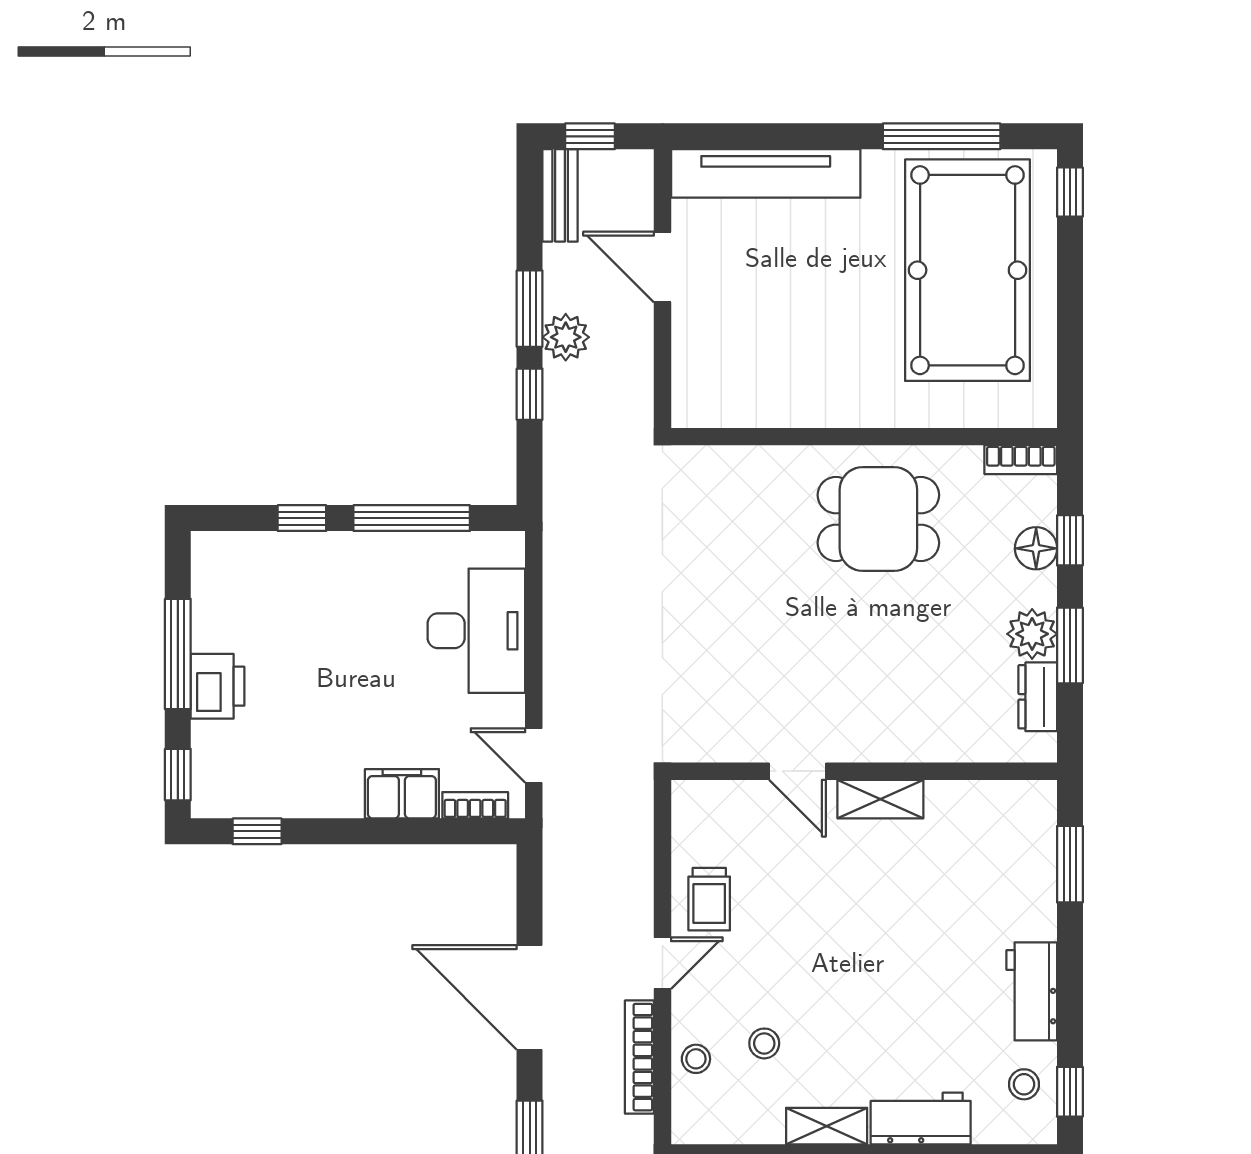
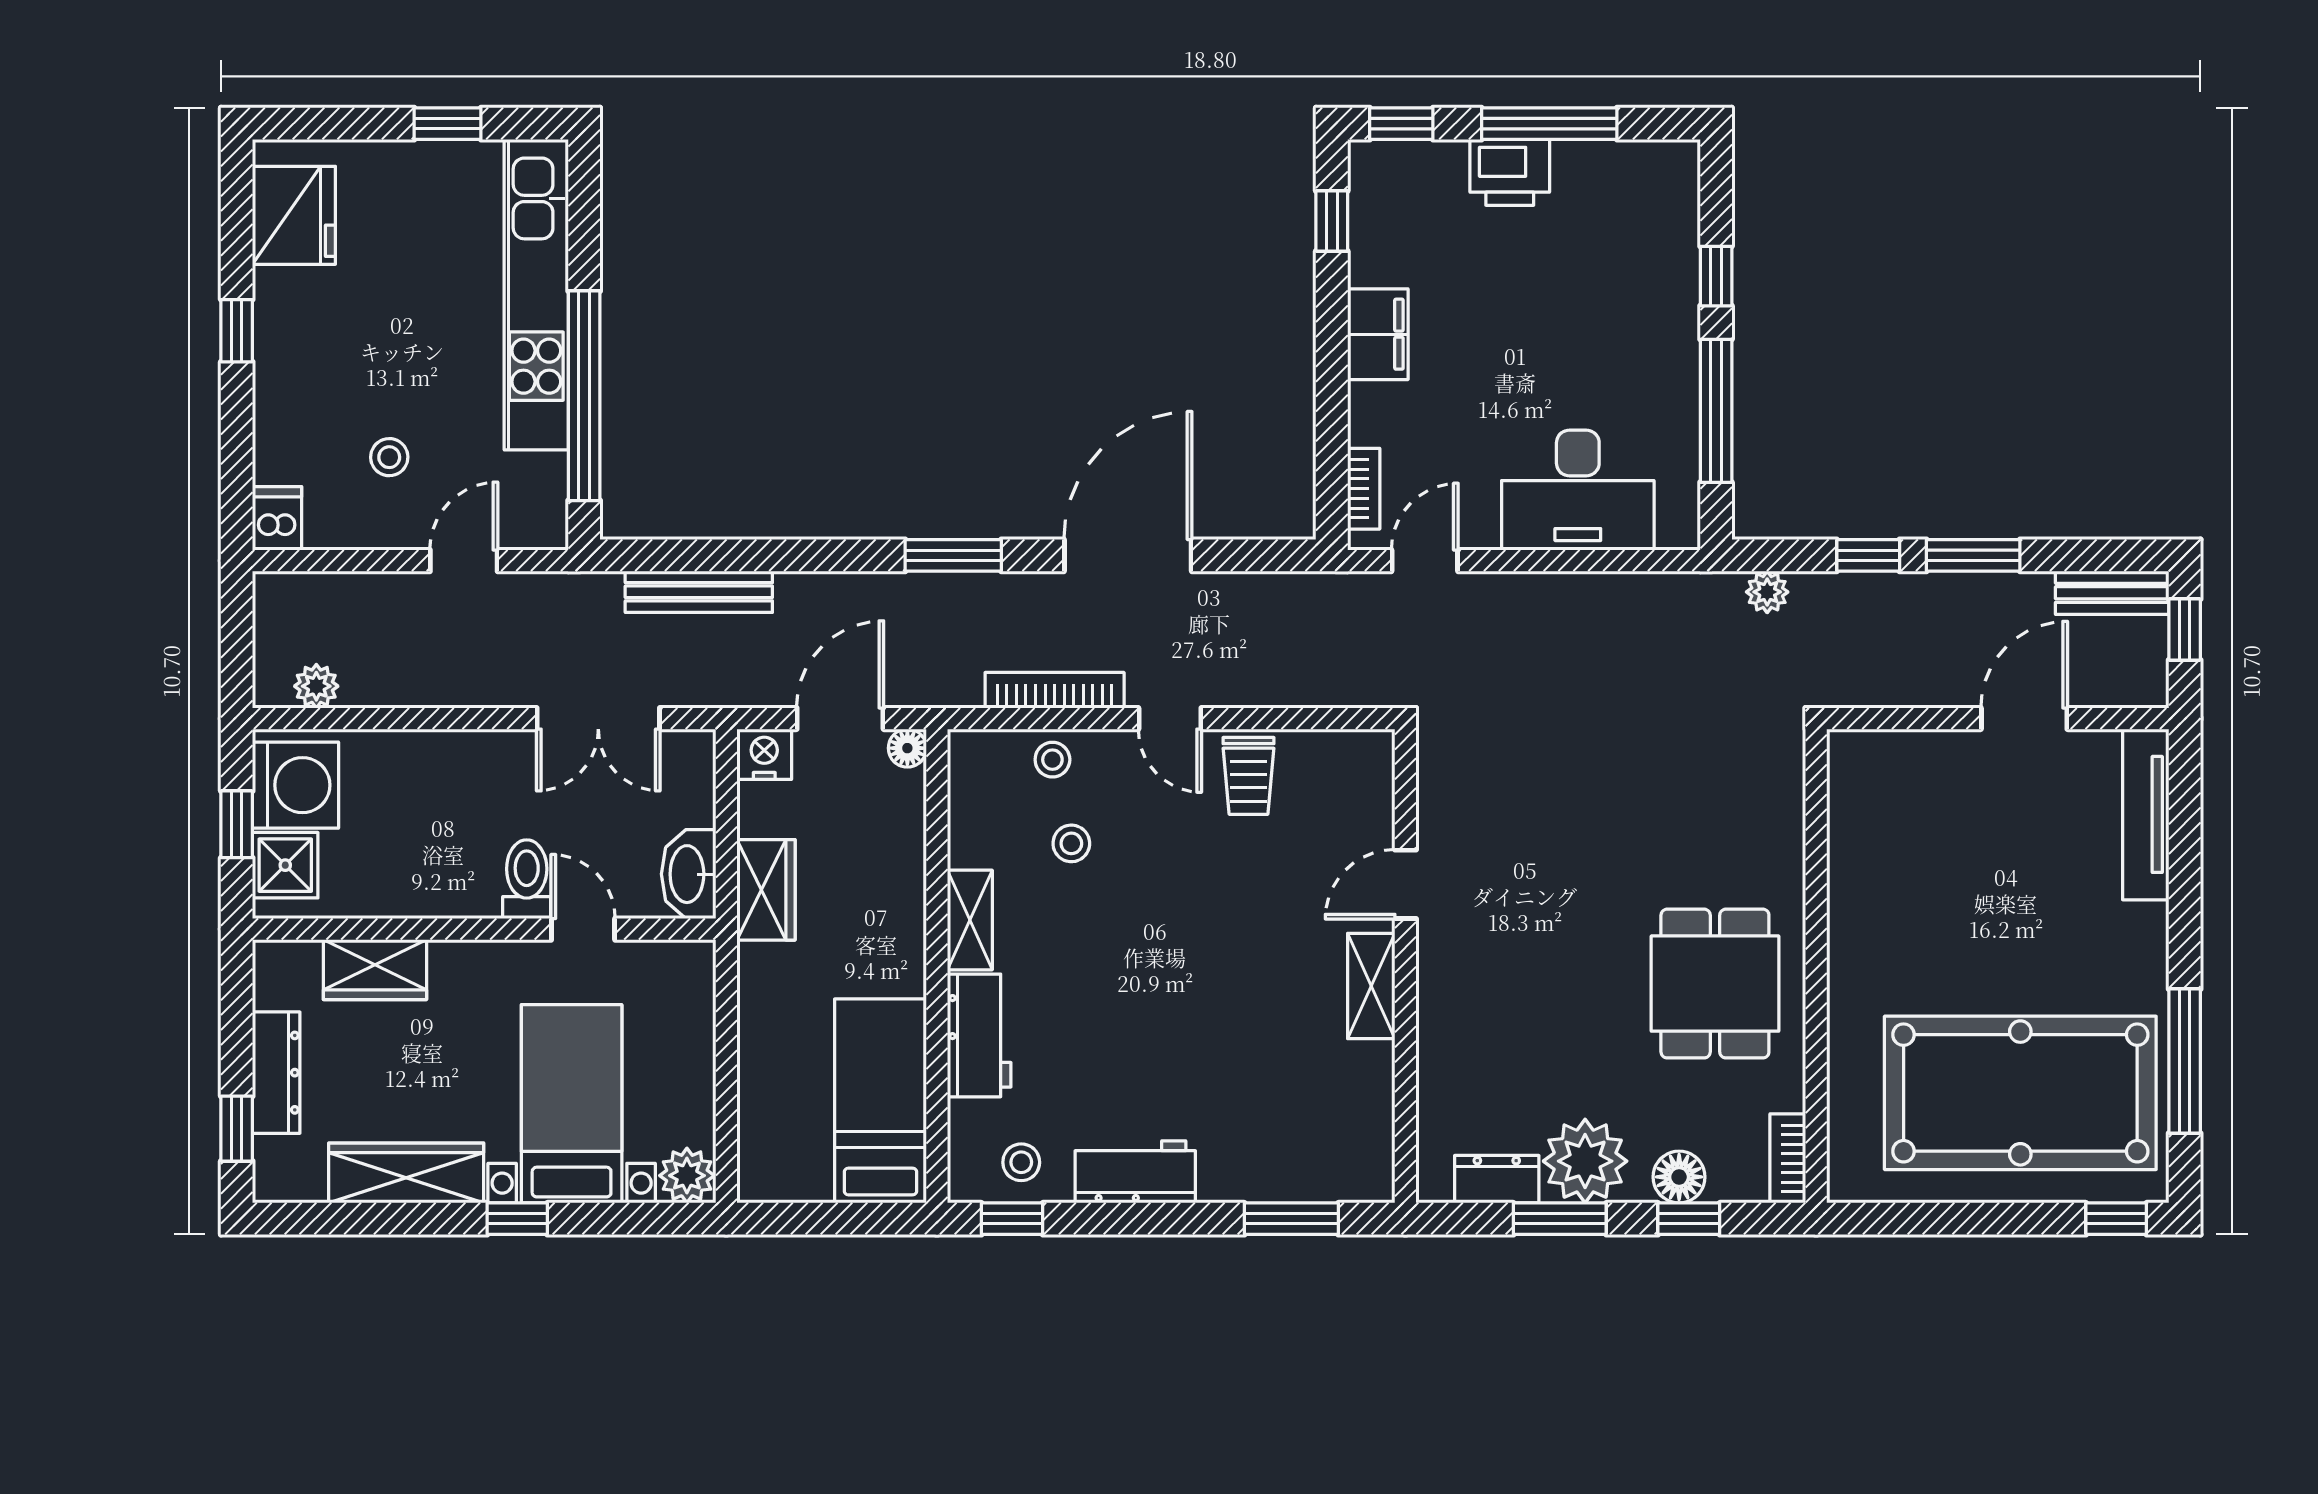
tv unit: (766, 173) -> (2146, 814), width x0.73, depth x0.78
plant: (566, 337) -> (1767, 592), moved, width x0.73, depth x0.73
plant: (1032, 634) -> (1585, 1161), width x1.36, depth x1.36
filing cabinet: (402, 794) -> (1378, 334), moved
trolley: (709, 899) -> (1248, 776), turned -90

